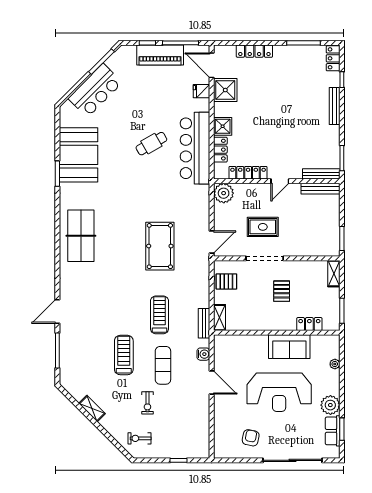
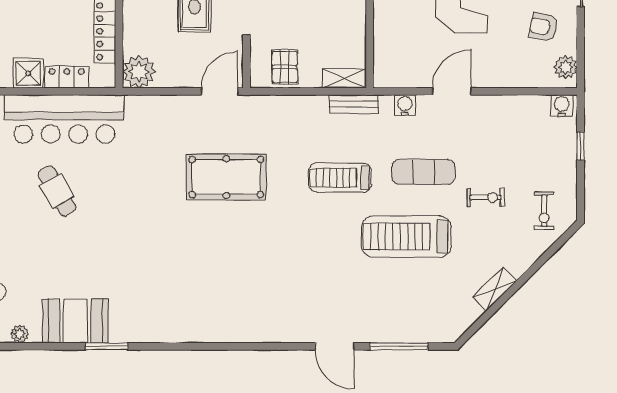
plant: (65, 121) -> (20, 334), added
booth: (78, 155) -> (75, 321), width x0.73, depth x0.70
table tennis table: (81, 236) -> (209, 307), removed
door: (212, 242) -> (220, 91), hinge flipped
treadmill: (124, 355) -> (406, 237), width x1.37, depth x1.38
water cooler: (203, 449) -> (562, 106), added
plant: (226, 451) -> (566, 67), added

